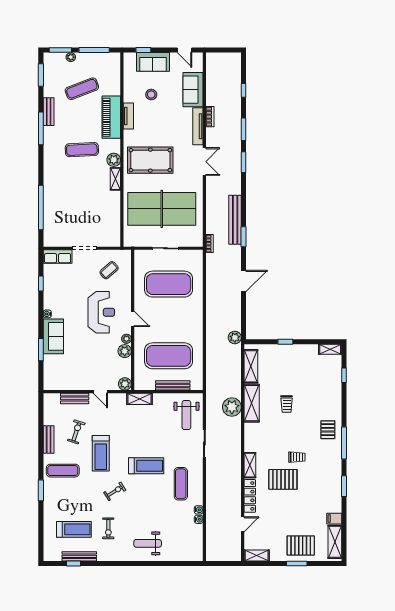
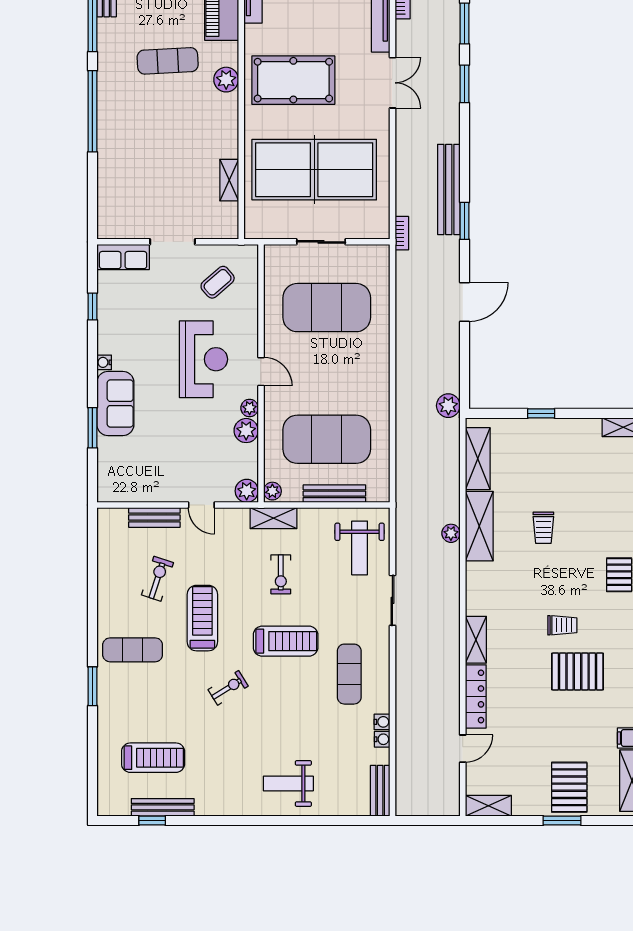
shelving: (115, 179) -> (229, 180), moved
window: (41, 208) -> (92, 111), moved
plant: (139, 384) -> (272, 491), added
plant: (232, 407) -> (451, 533), width x0.53, depth x0.53
bench: (49, 440) -> (380, 791), moved
treadmill: (101, 453) -> (202, 618), turned 180
pallet: (283, 479) -> (578, 672), moved
exercise bike: (108, 528) -> (281, 574), moved
pallet: (301, 545) -> (569, 787), turned 90

